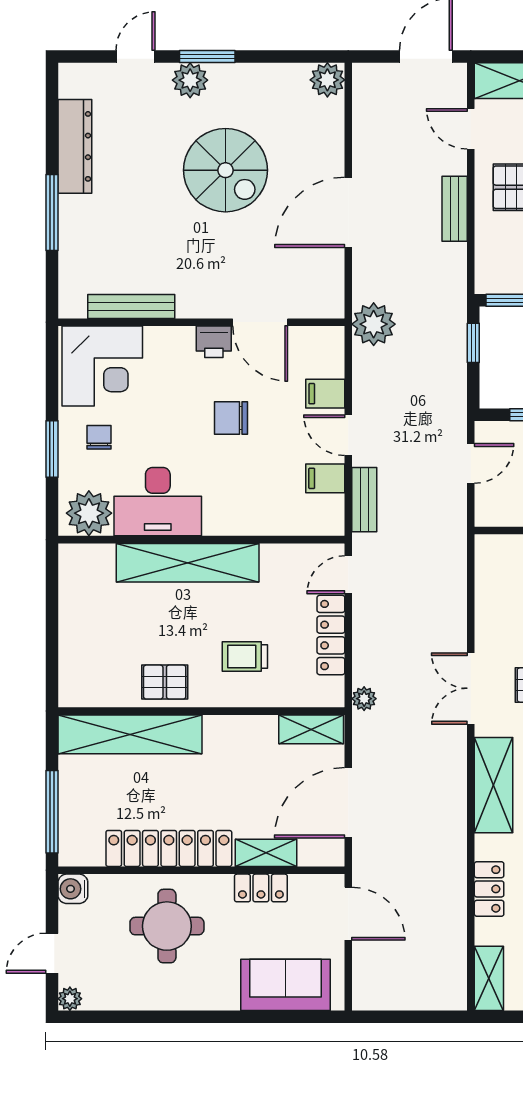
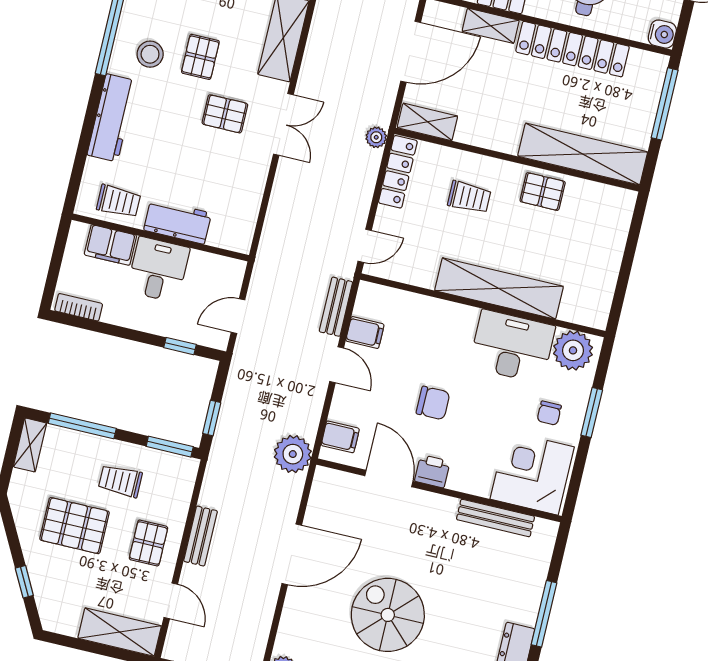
filing cabinet: (325, 394) -> (340, 437), moved
locker: (331, 635) -> (398, 172), moved

